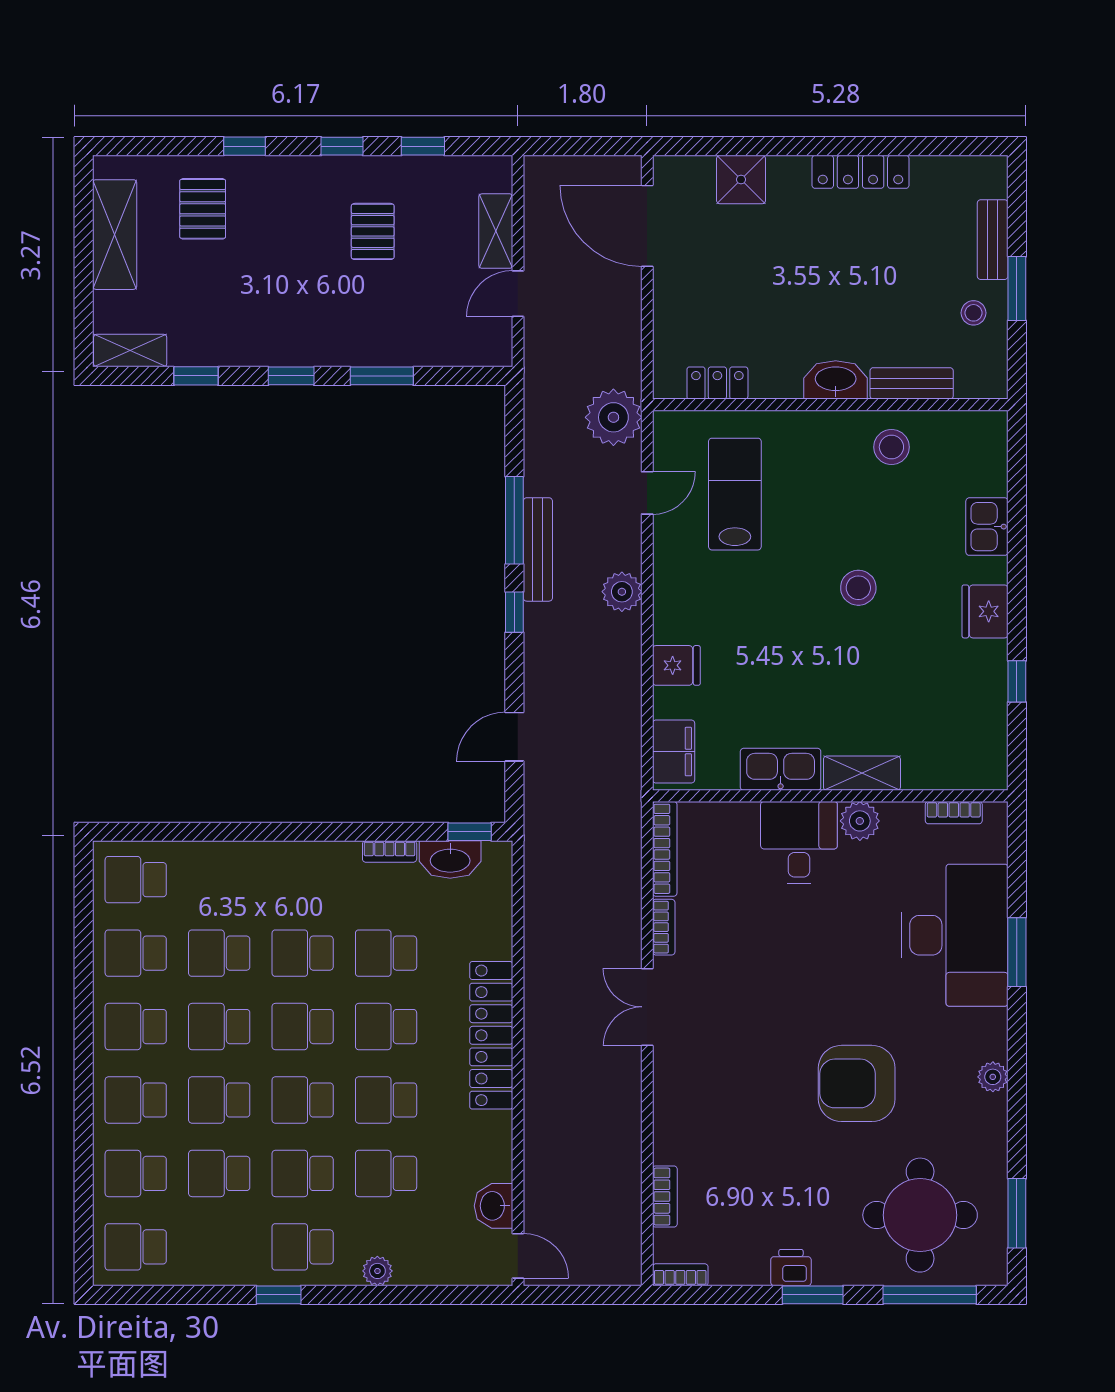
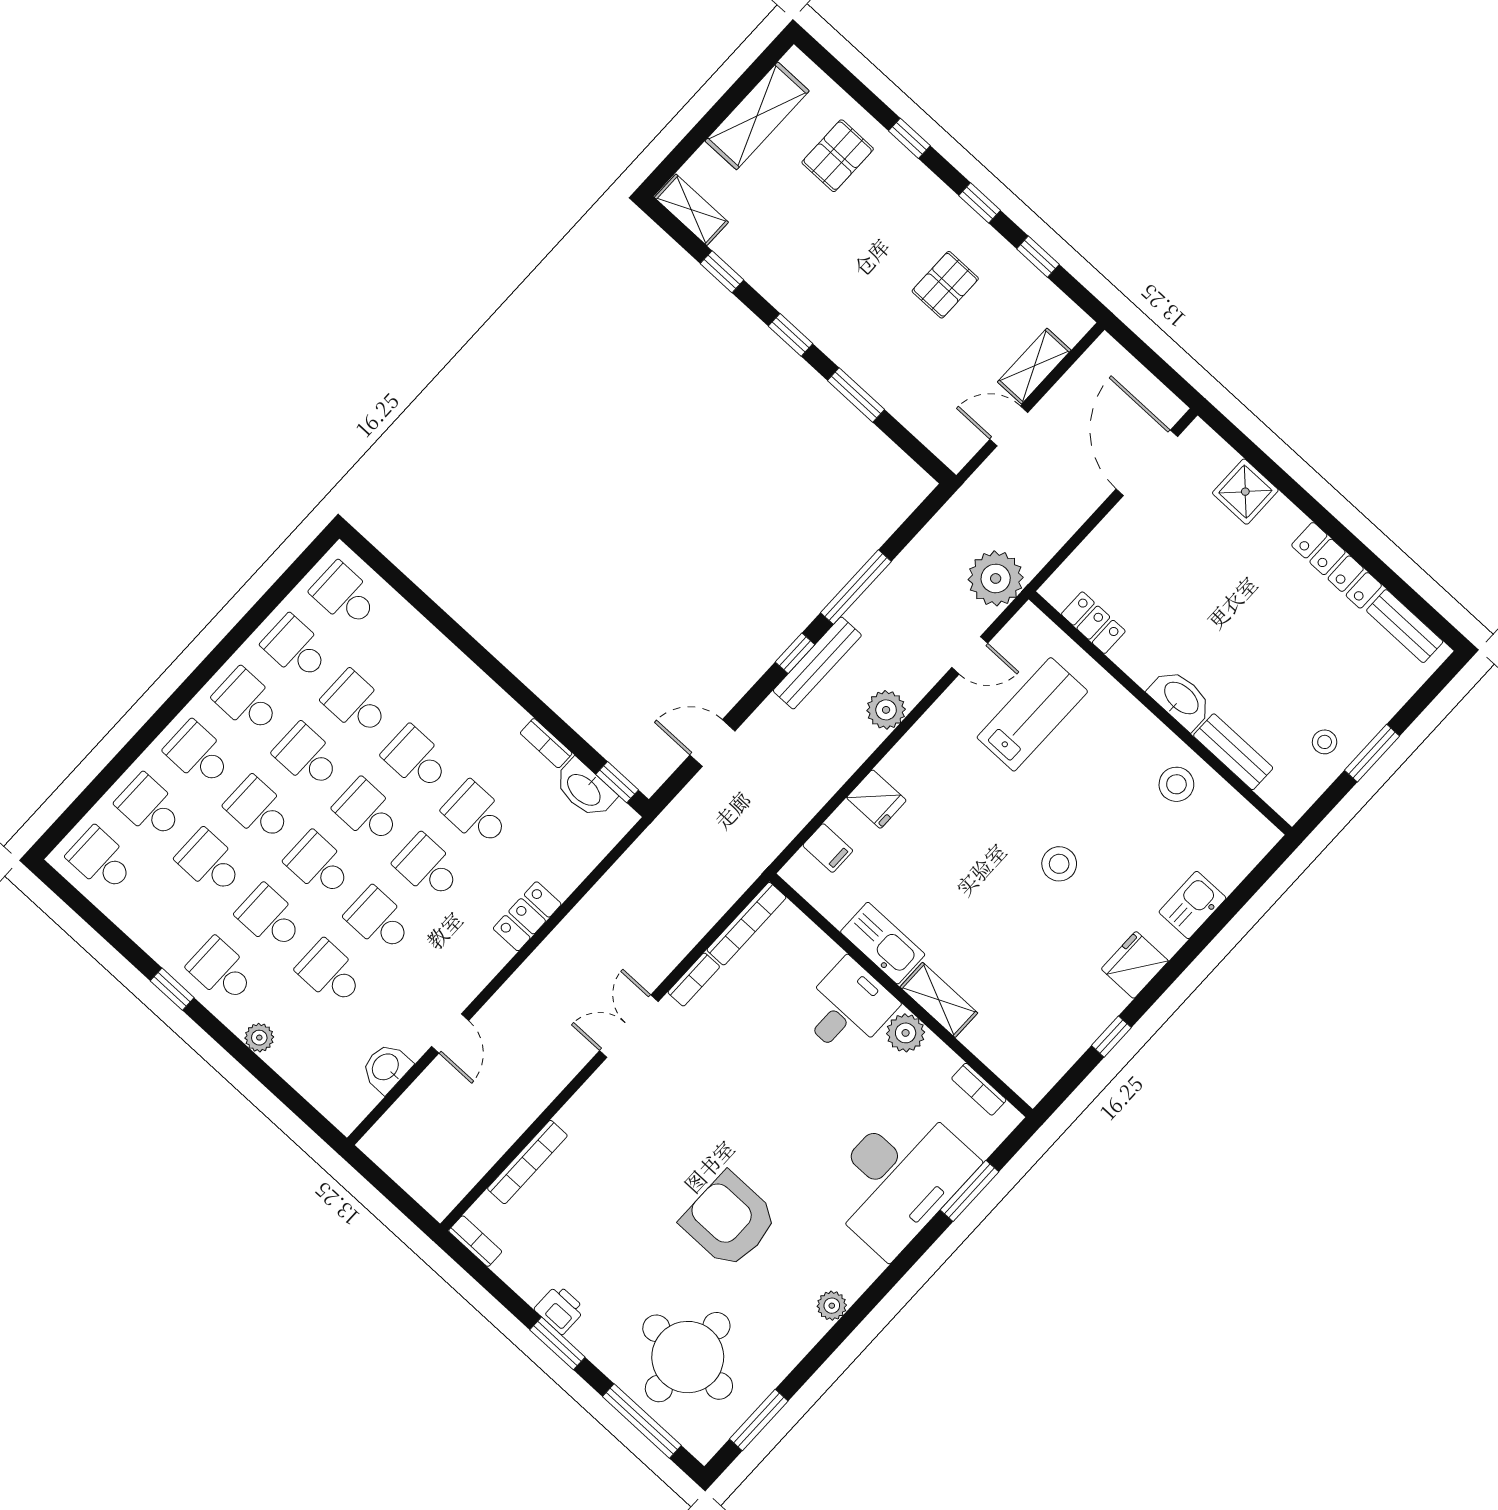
bench: (993, 240) -> (1405, 626), moved, turned 90
bench: (538, 549) -> (817, 663), moved
filing cabinet: (674, 752) -> (828, 848), width x0.50
window: (1017, 952) -> (969, 1191), moved
locker: (491, 1035) -> (527, 916), width x0.46, depth x0.83
bookcase: (665, 1197) -> (527, 1162), width x1.56
door: (518, 1256) -> (450, 1033), moved

